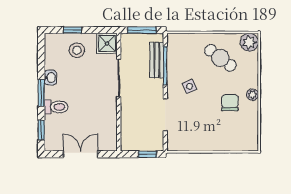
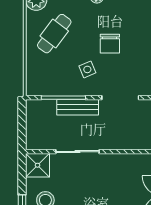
window: (142, 30) -> (22, 125), removed
bench: (157, 60) -> (78, 107), moved
chair: (230, 103) -> (110, 44), moved, turned -90

